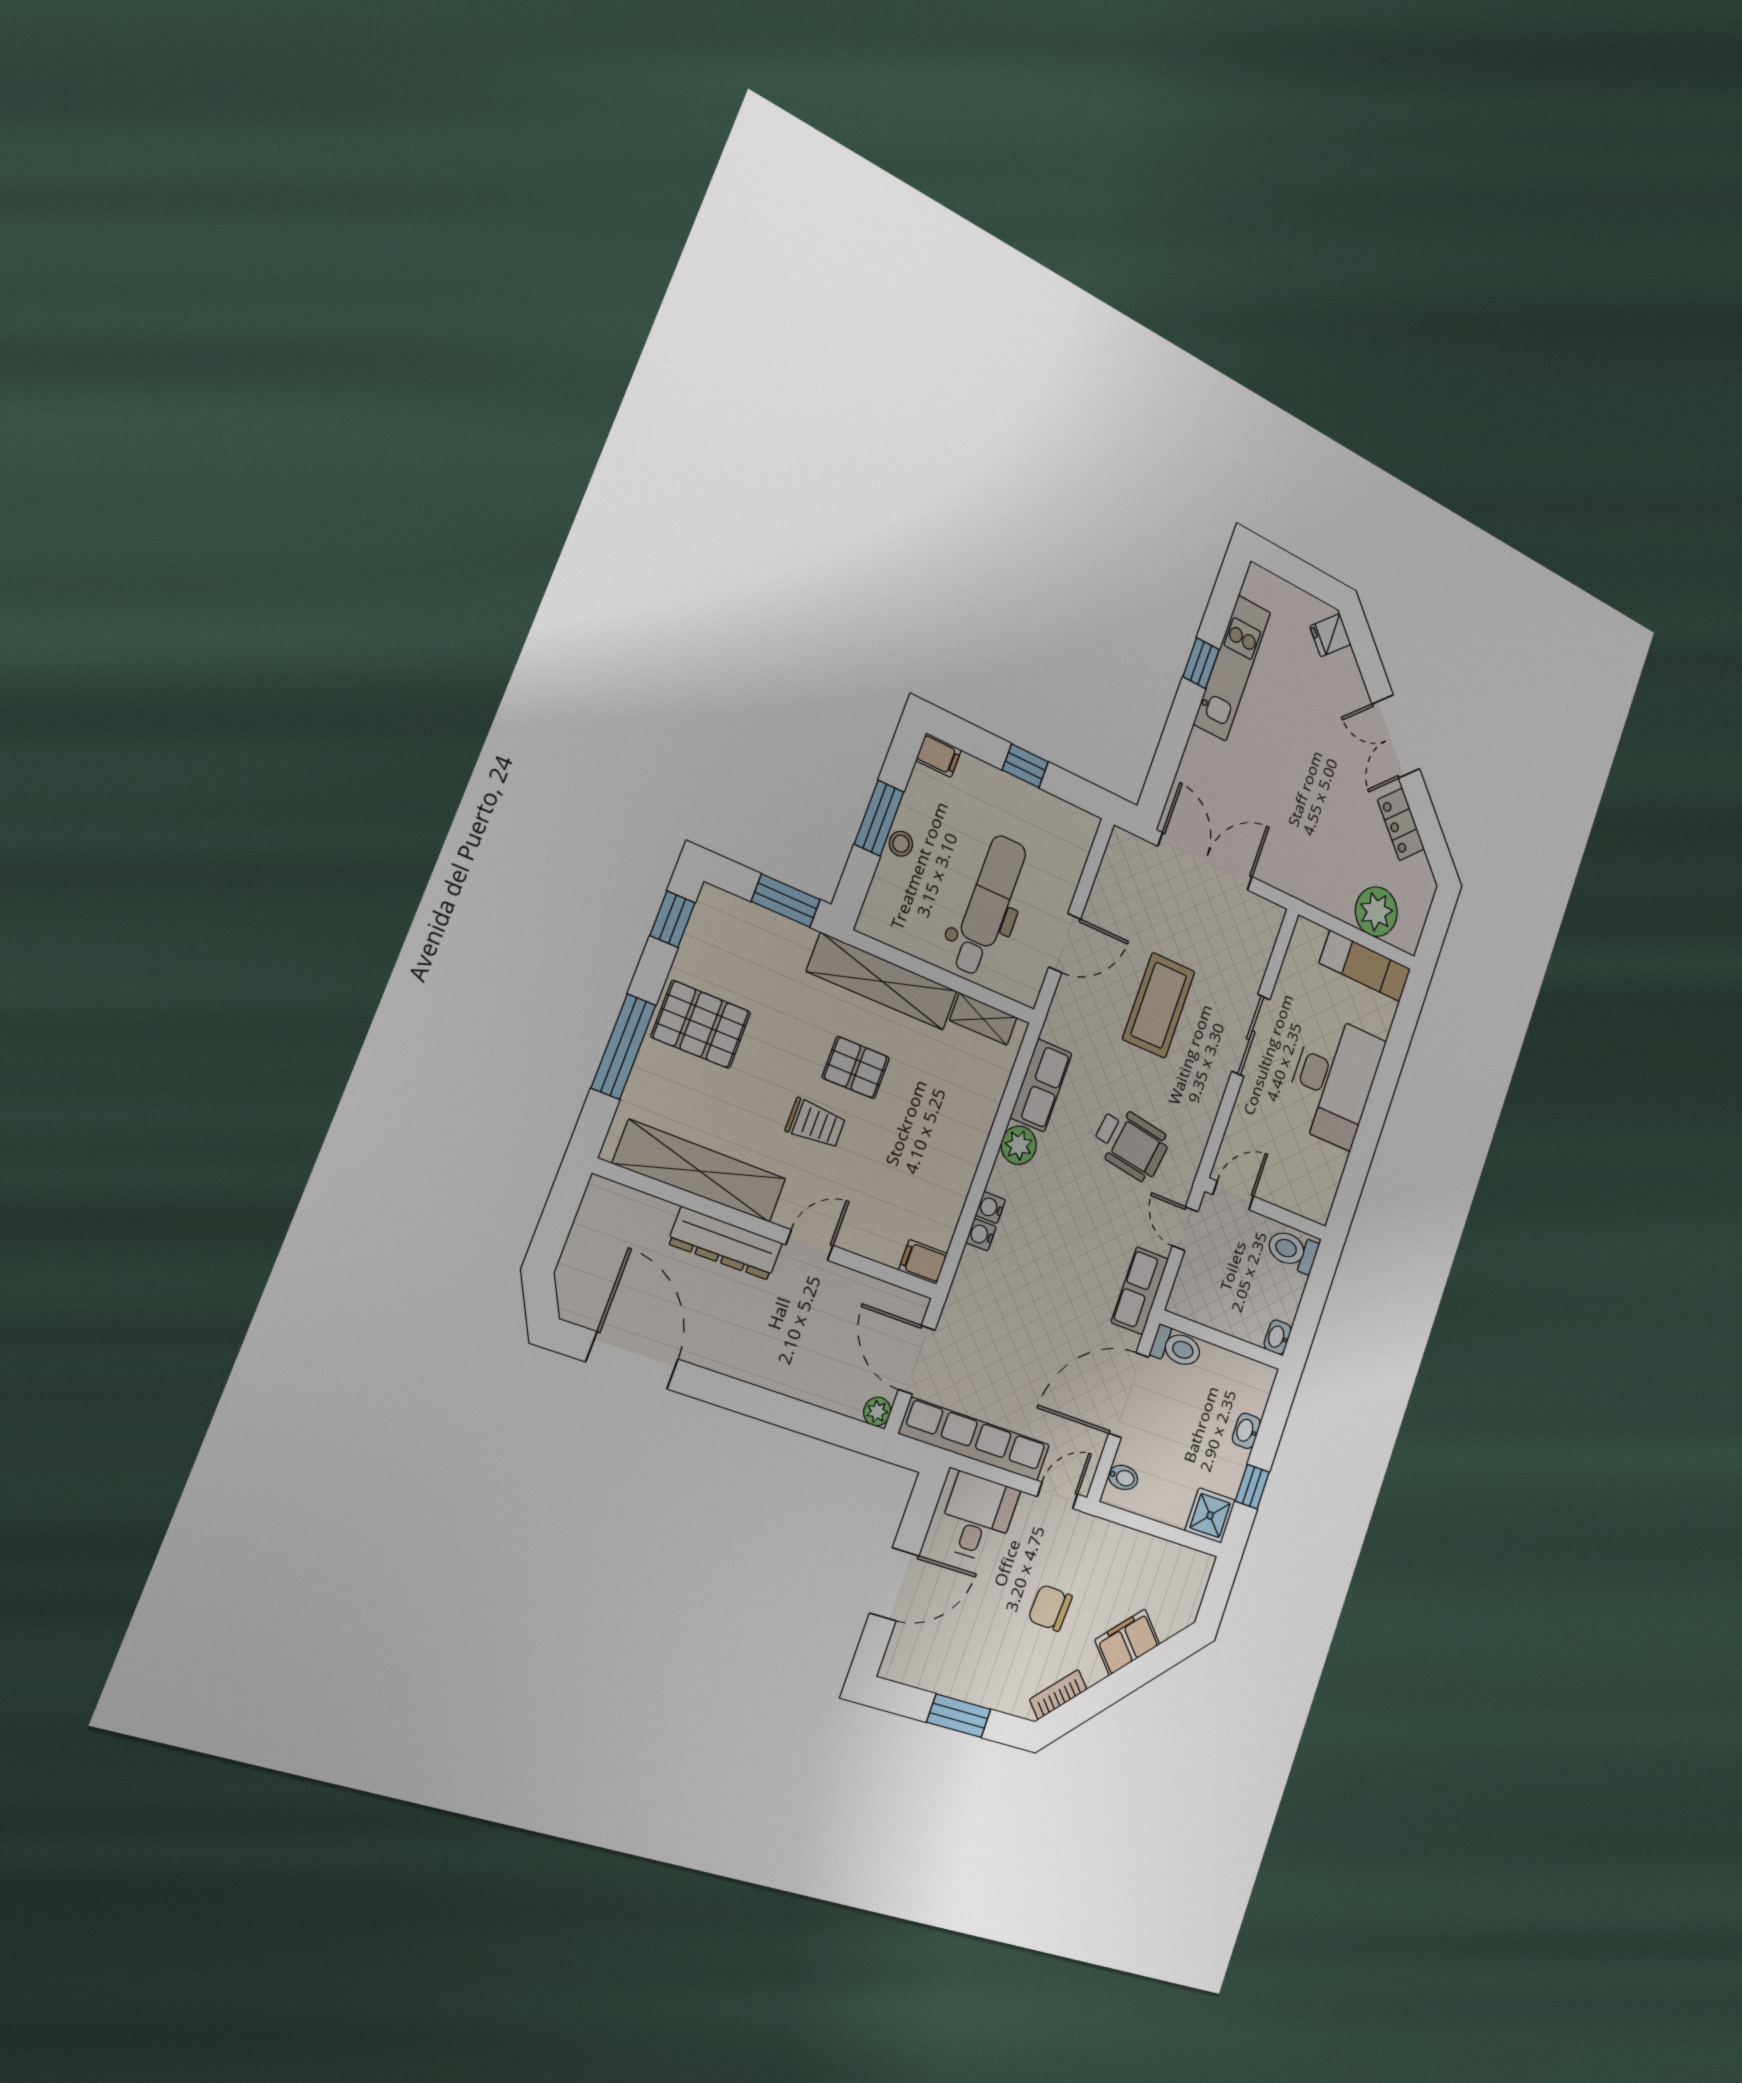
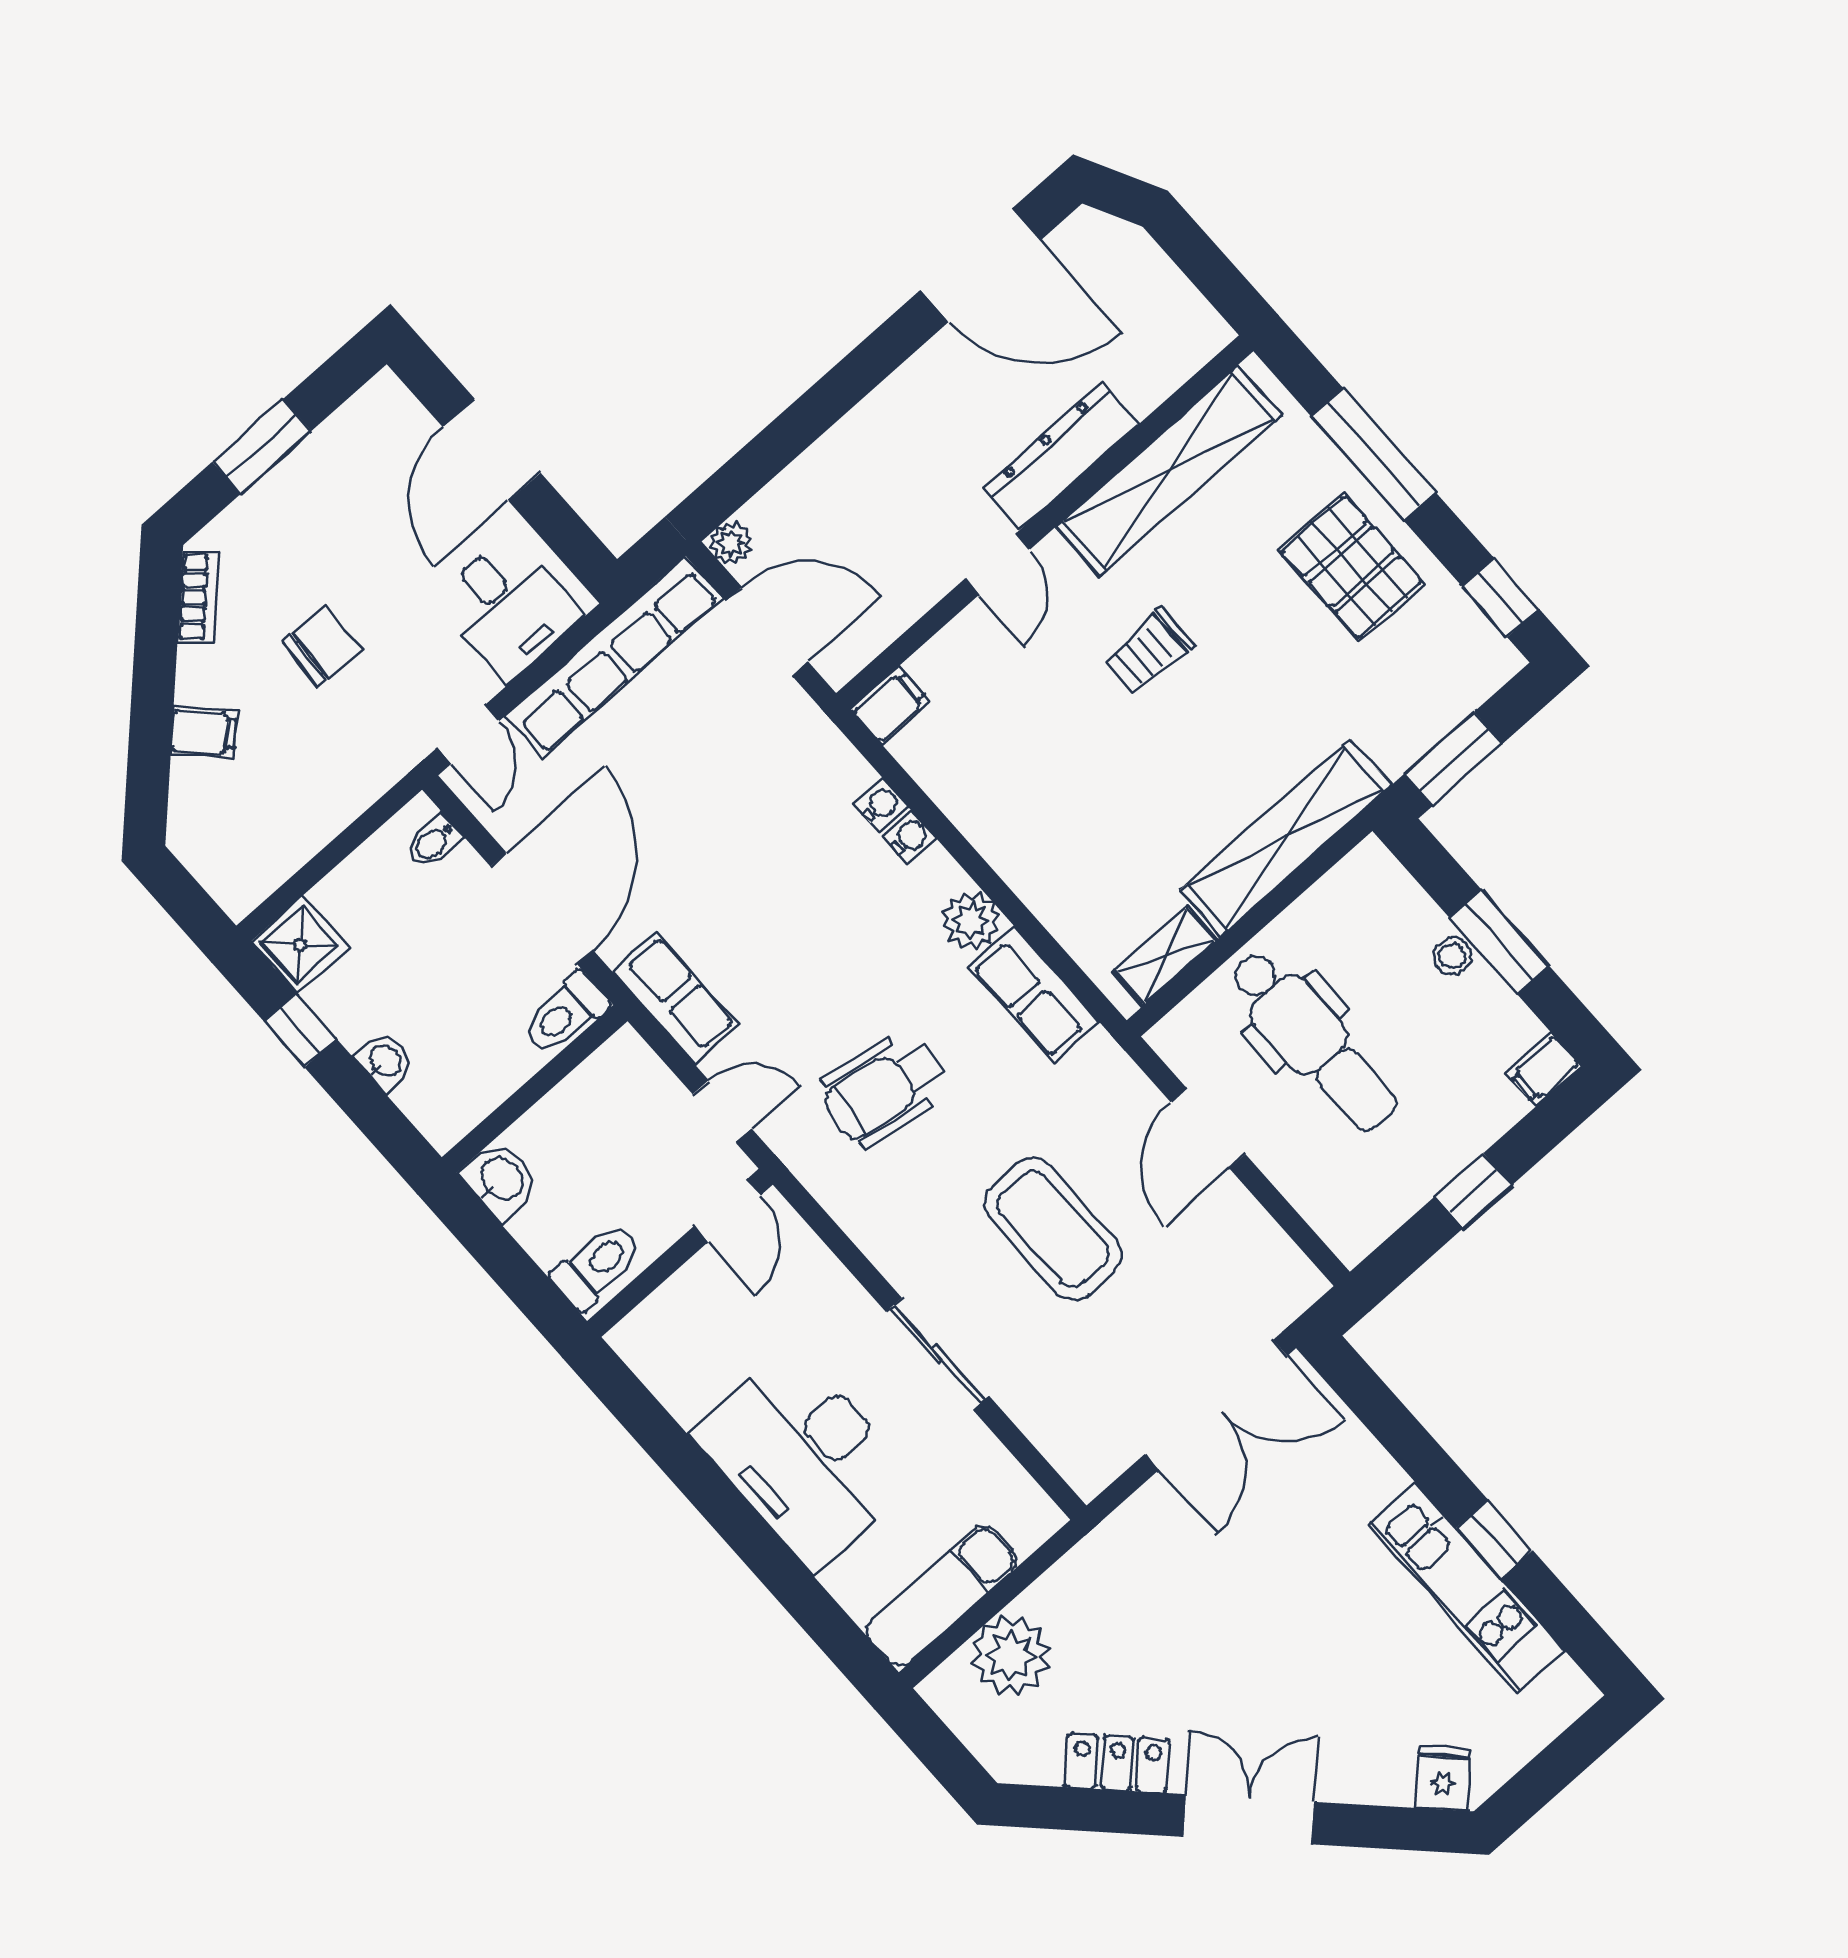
pallet: (701, 1024) -> (1351, 567), turned 90
pallet: (856, 1068) -> (1193, 744), removed
washbasin: (1278, 1337) -> (501, 1180), width x1.38, depth x1.45
filing cabinet: (1127, 1642) -> (204, 732), width x0.50

